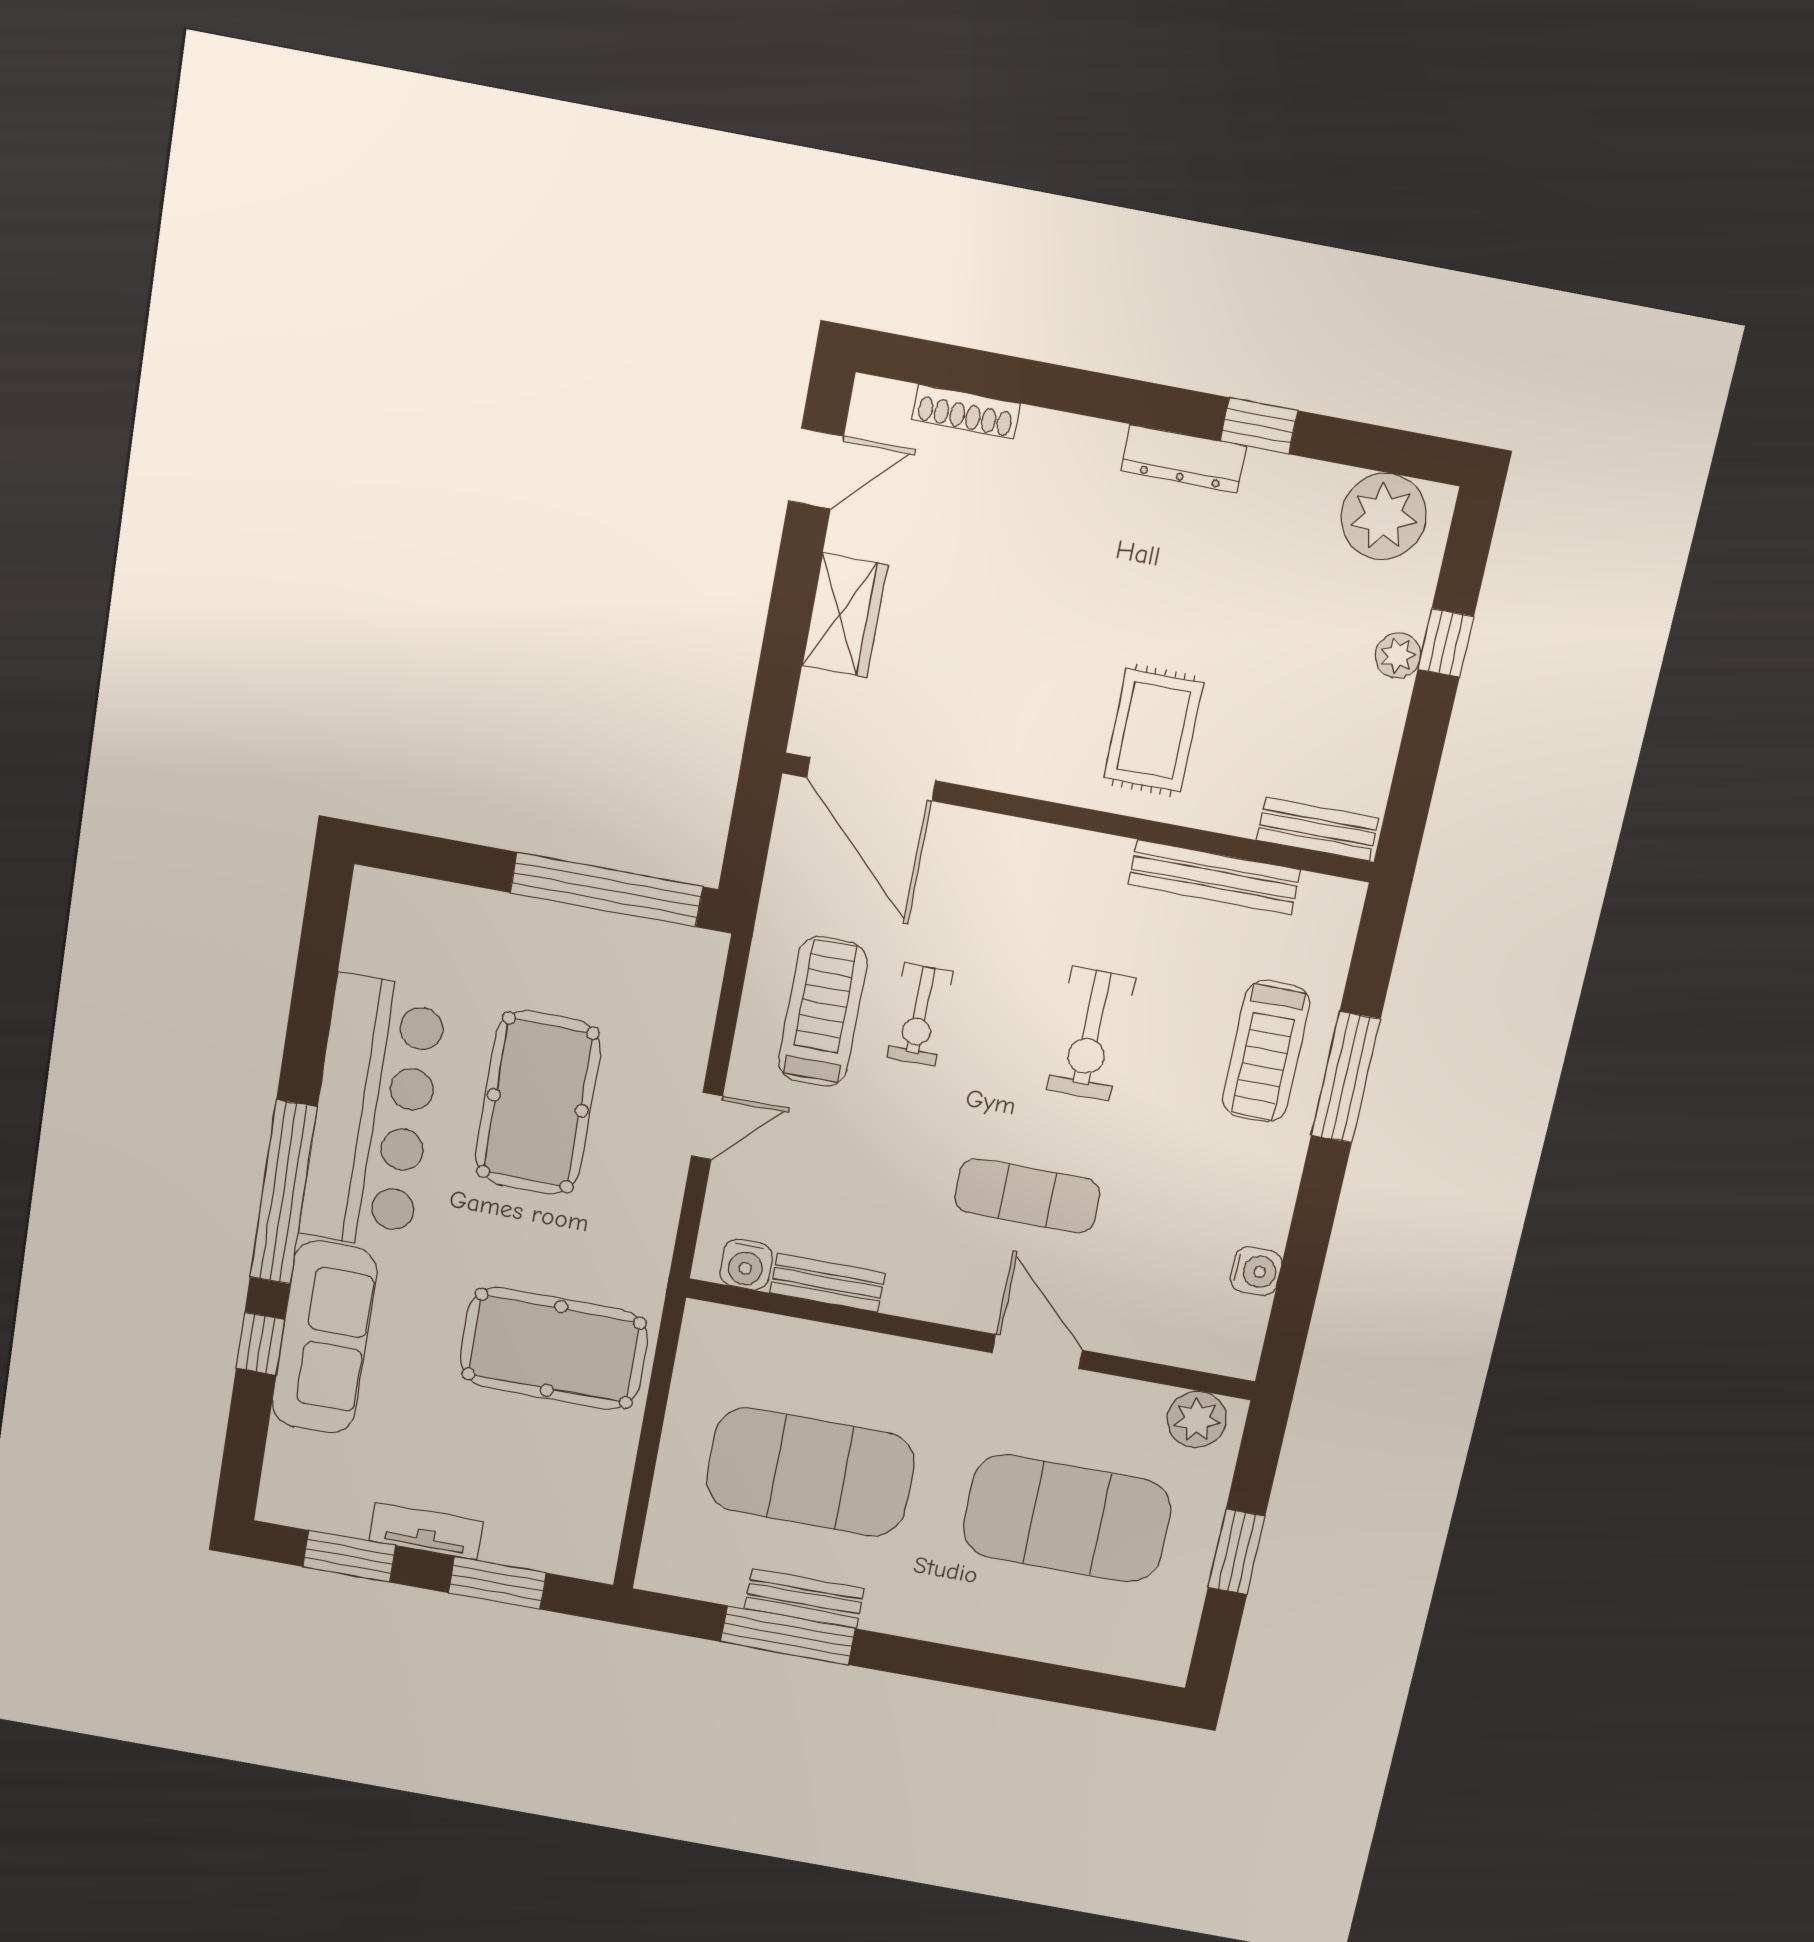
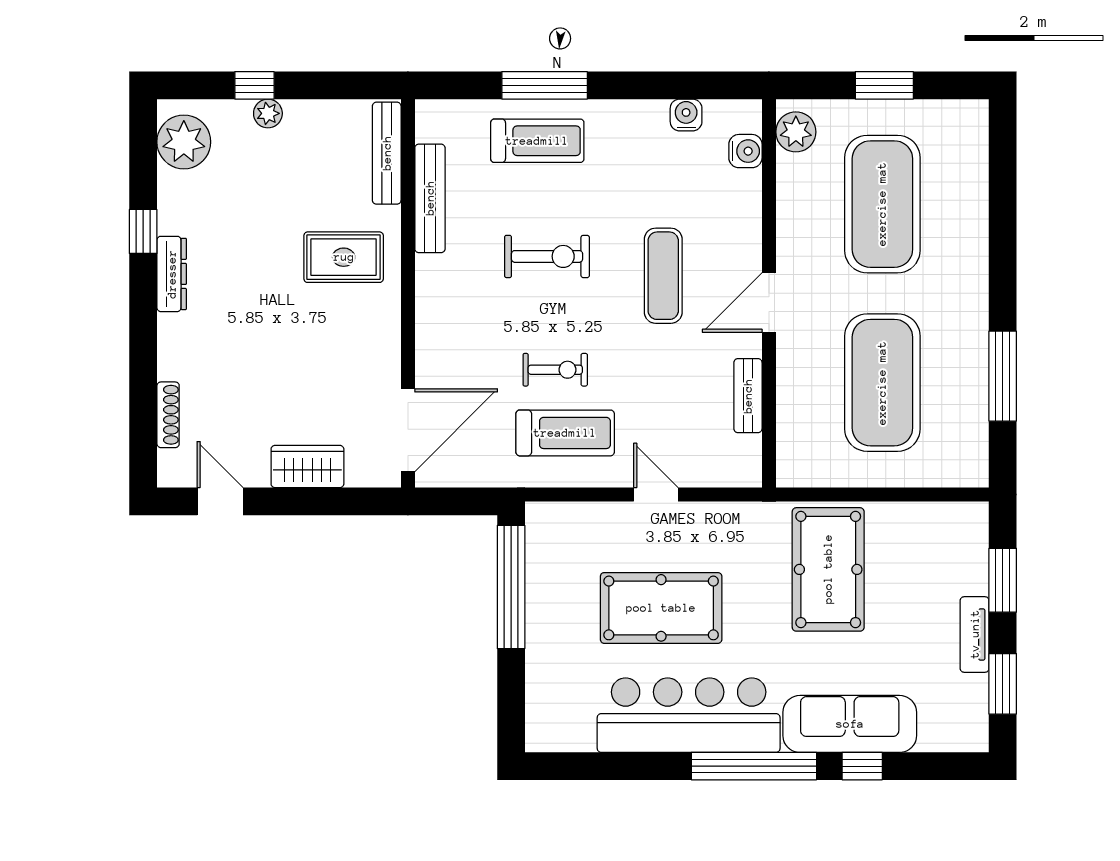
bench: (1317, 829) -> (387, 153), width x1.36
treadmill: (823, 1012) -> (565, 433), turned 180
water cooler: (746, 1265) -> (745, 151), moved
door: (1037, 1352) -> (769, 302), moved
bench: (804, 1599) -> (974, 370), removed

